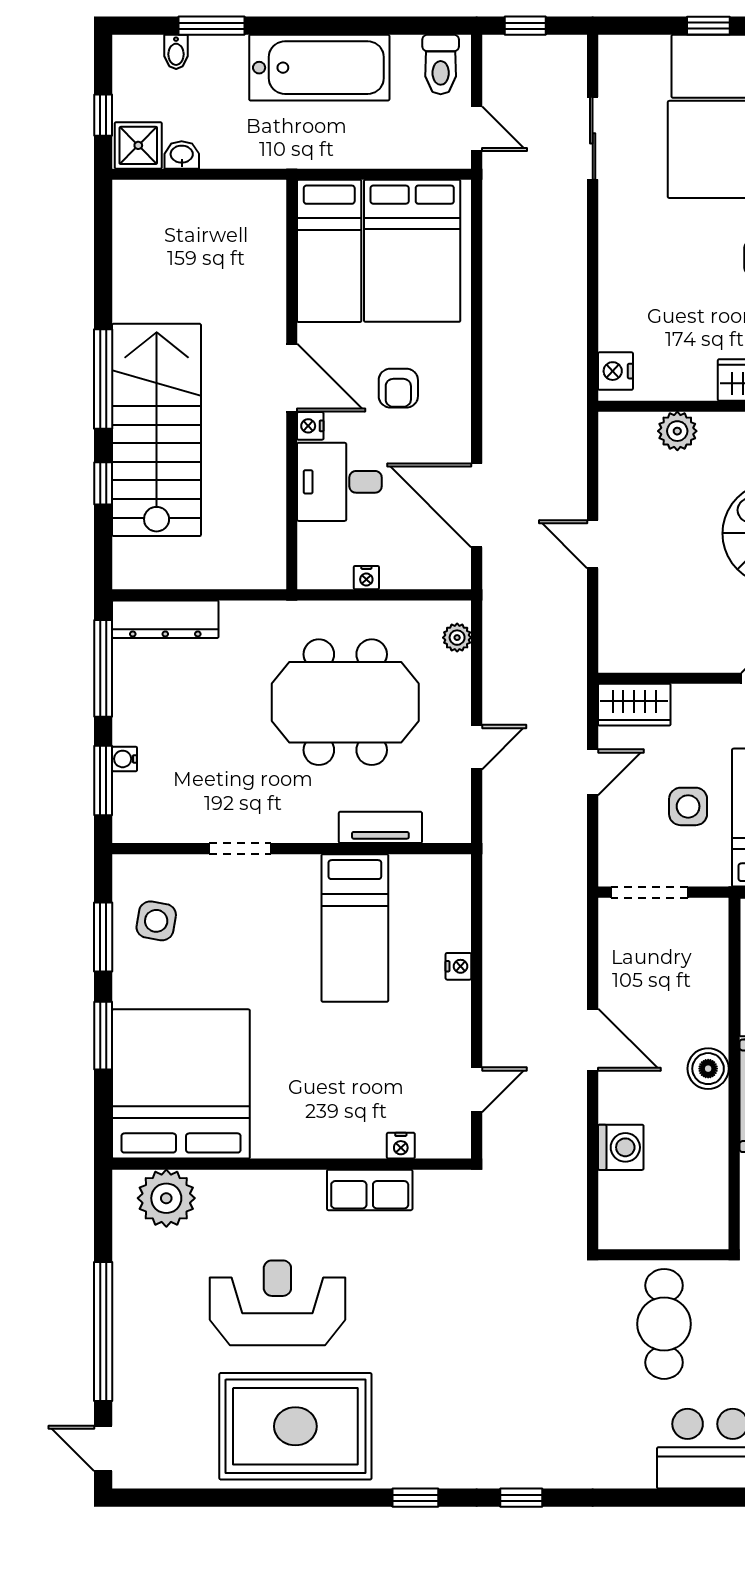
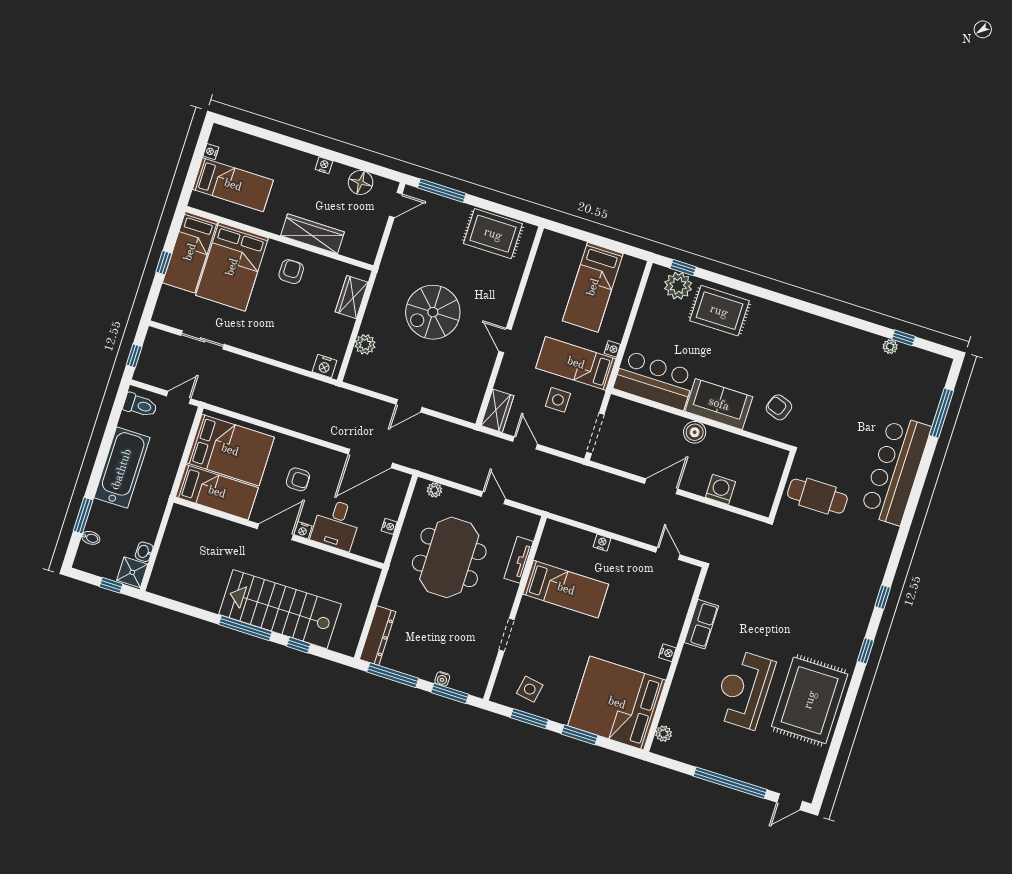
nightstand: (401, 1146) -> (667, 653), moved
plant: (166, 1198) -> (664, 734), width x0.53, depth x0.53

